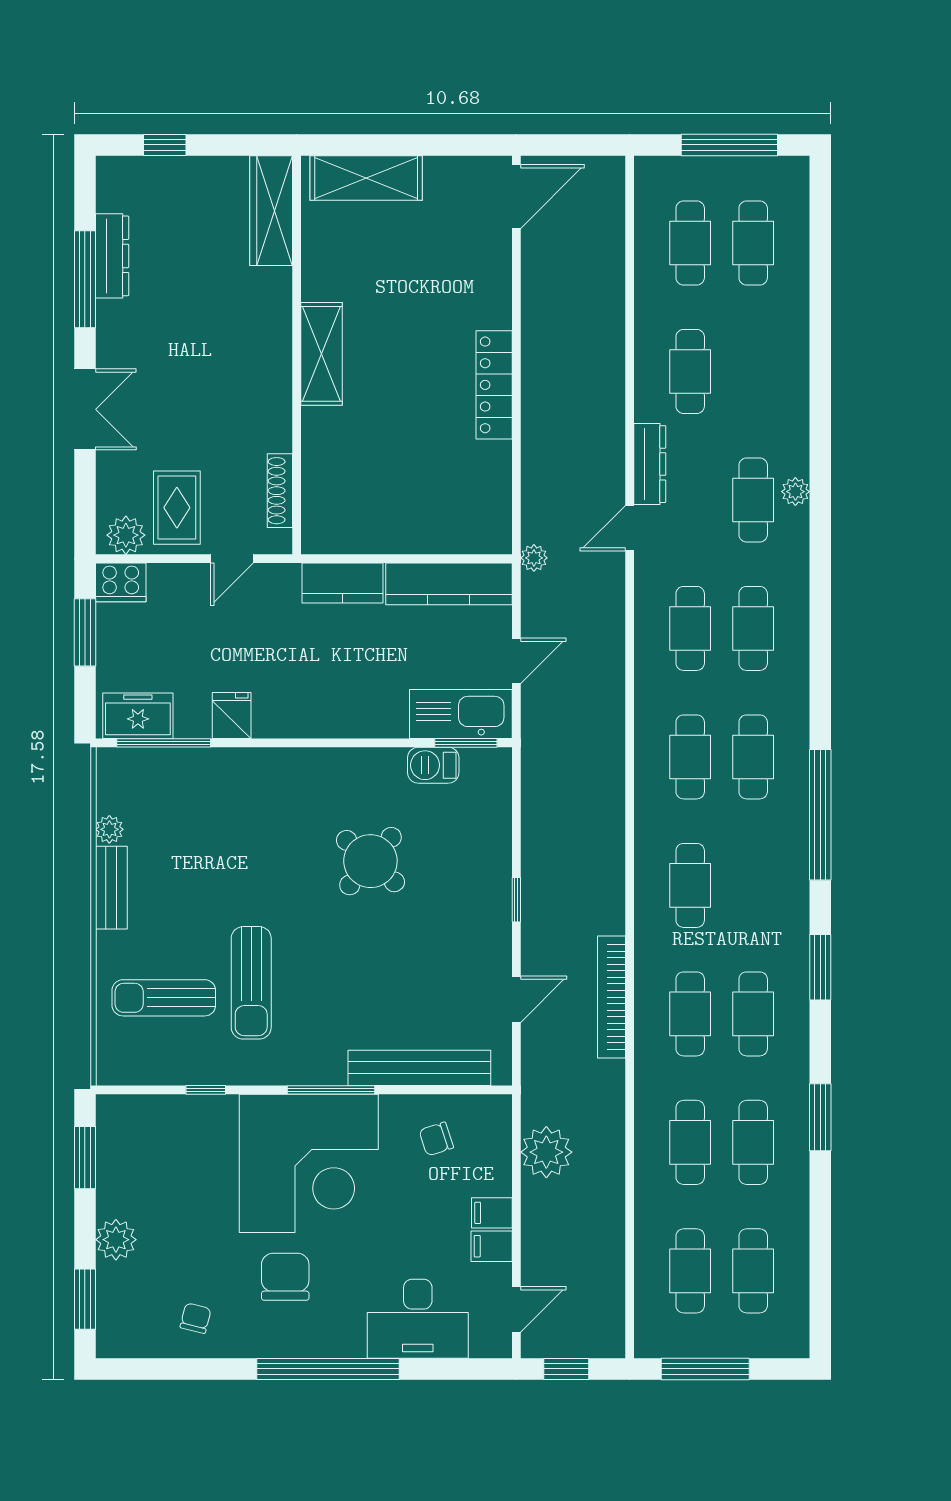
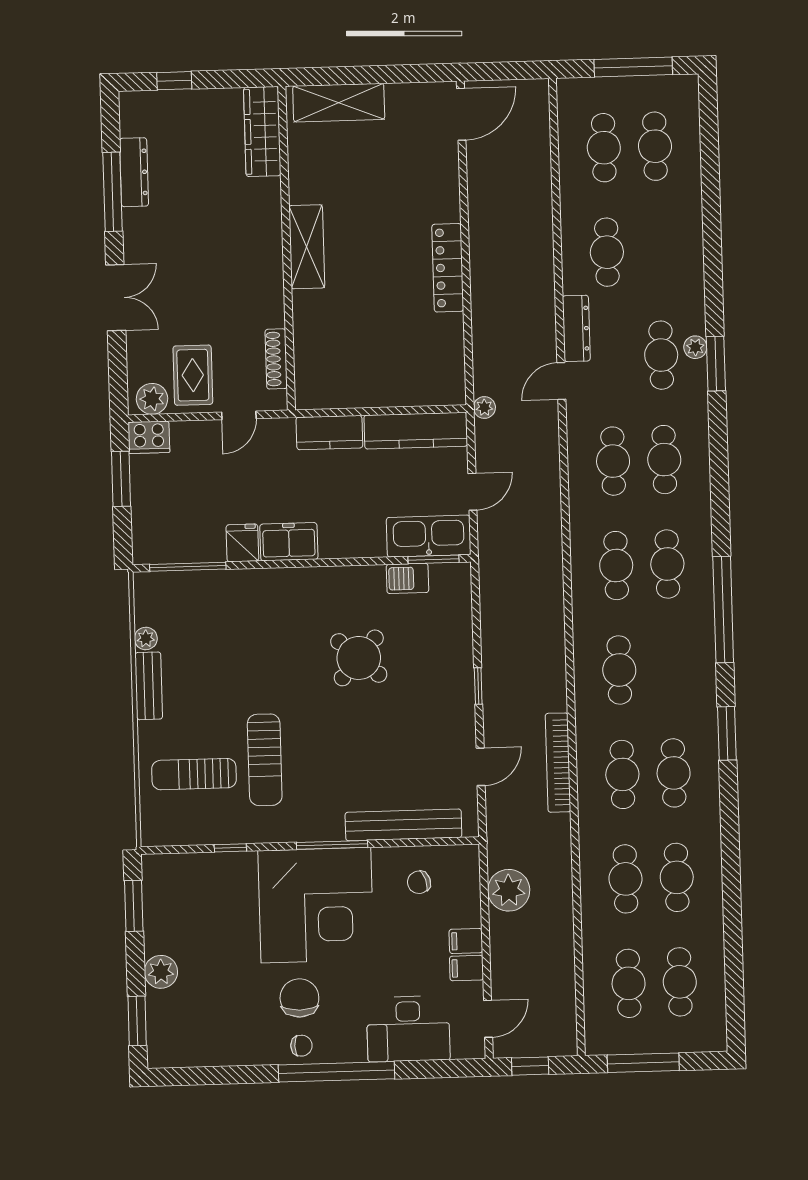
freezer: (138, 716) -> (289, 542), moved
window: (820, 1117) -> (716, 364), moved
chair: (196, 1318) -> (301, 1046), moved, turned 76

